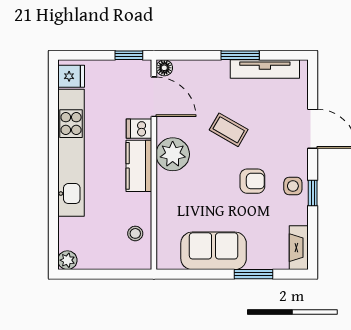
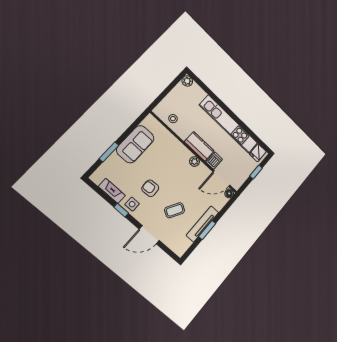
window: (129, 55) -> (256, 172), moved
tv unit: (265, 69) -> (202, 224), moved
coffee table: (229, 130) -> (175, 210), moved
plant: (173, 154) -> (195, 162), width x0.53, depth x0.53
armchair: (252, 181) -> (150, 188), turned 86
fireplace: (299, 248) -> (112, 191), moved

